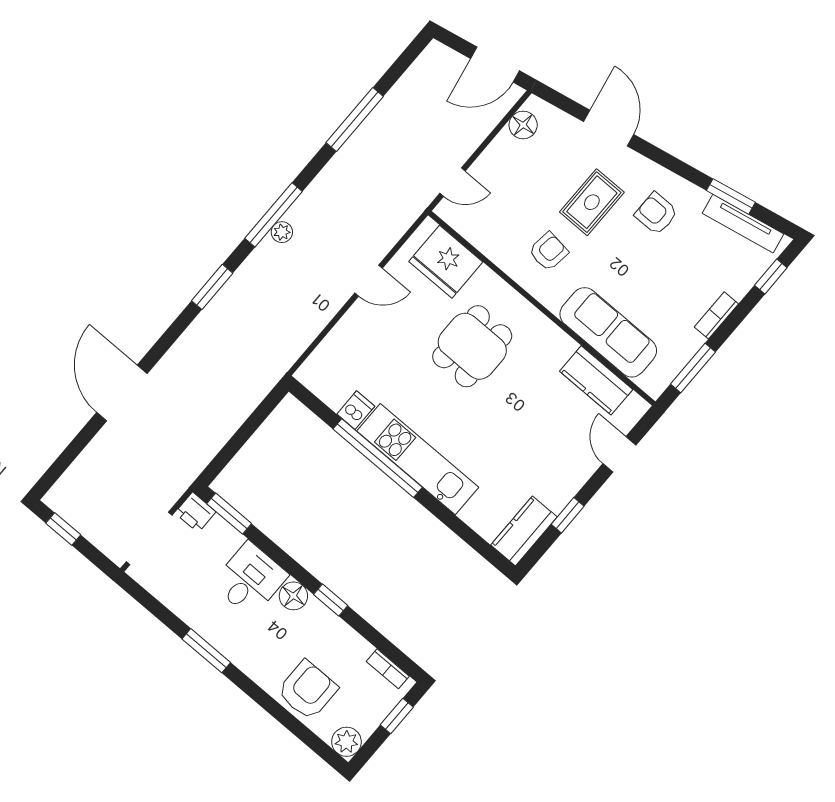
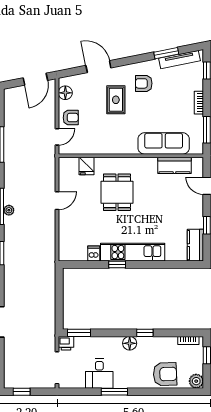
armchair: (548, 252) -> (71, 118), moved, turned 83
fridge: (446, 262) -> (87, 166), width x0.53, depth x0.75
window: (378, 458) -> (117, 264), width x0.32
desk: (250, 579) -> (99, 374), moved, turned 180
armchair: (308, 690) -> (165, 374), turned 88

